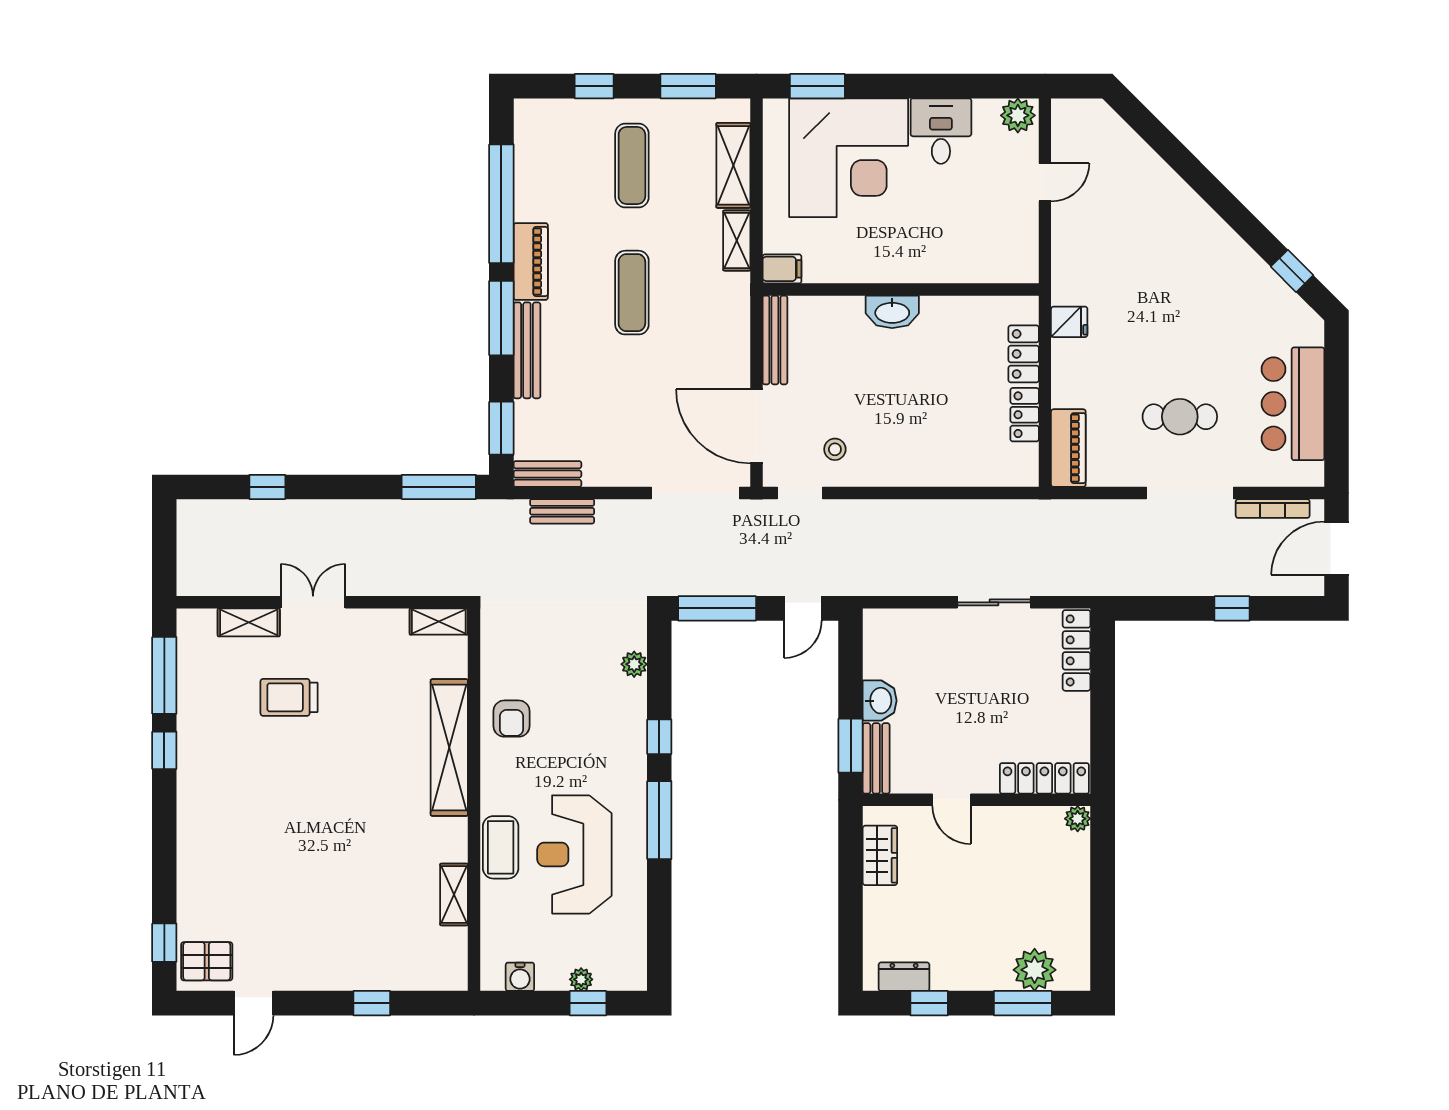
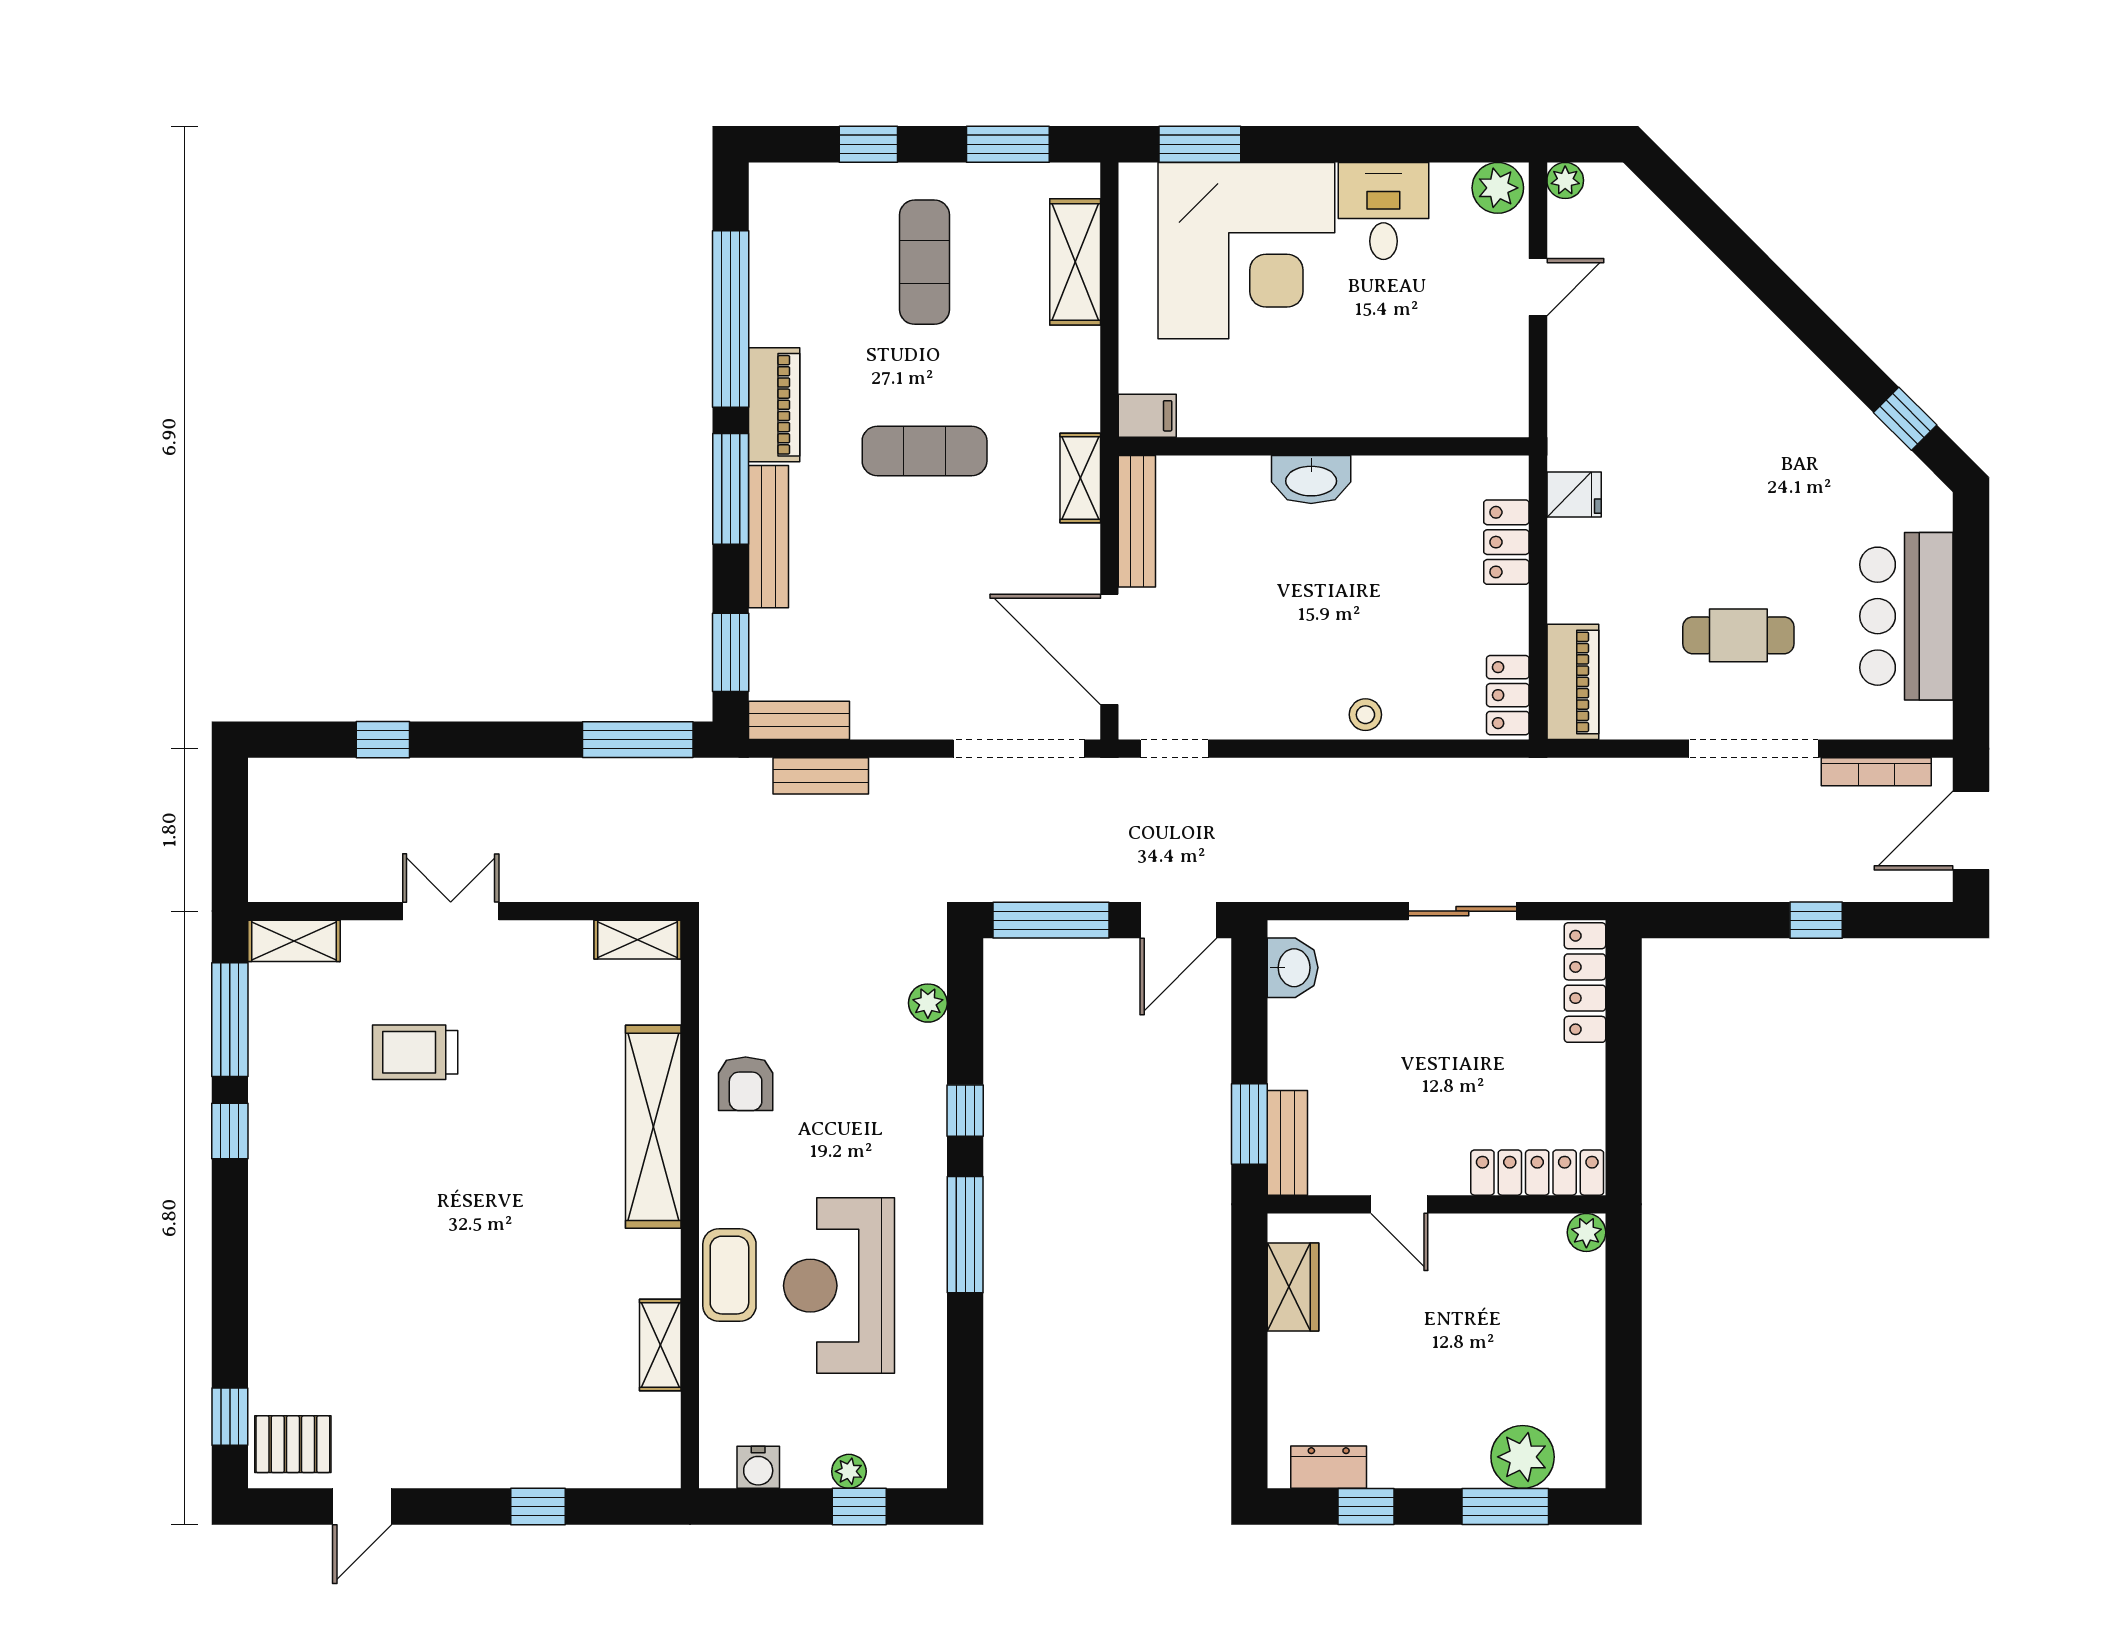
plant: (1063, 111) -> (1565, 180), added
shelving: (737, 241) -> (1080, 478), moved
exercise mat: (632, 293) -> (925, 451), turned 90
locker: (1025, 415) -> (1508, 695), moved
stool: (835, 449) -> (1365, 715), moved
door: (803, 608) -> (1178, 920), width x1.38
shelving: (249, 622) -> (294, 941), moved
washbasin: (880, 701) -> (1293, 968), moved

